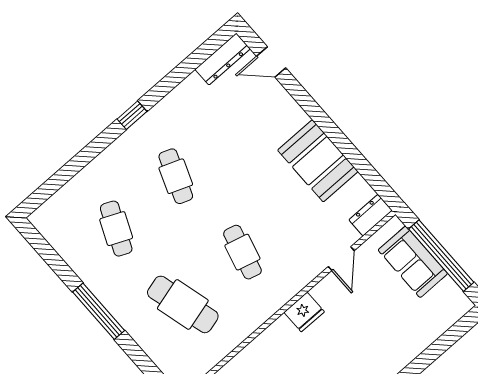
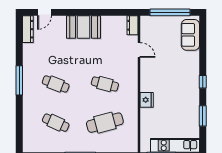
window: (132, 115) -> (19, 80), width x2.17
booth: (318, 161) -> (84, 27), moved
sofa: (413, 262) -> (190, 35), moved, turned 90
fridge: (304, 312) -> (147, 100), moved

